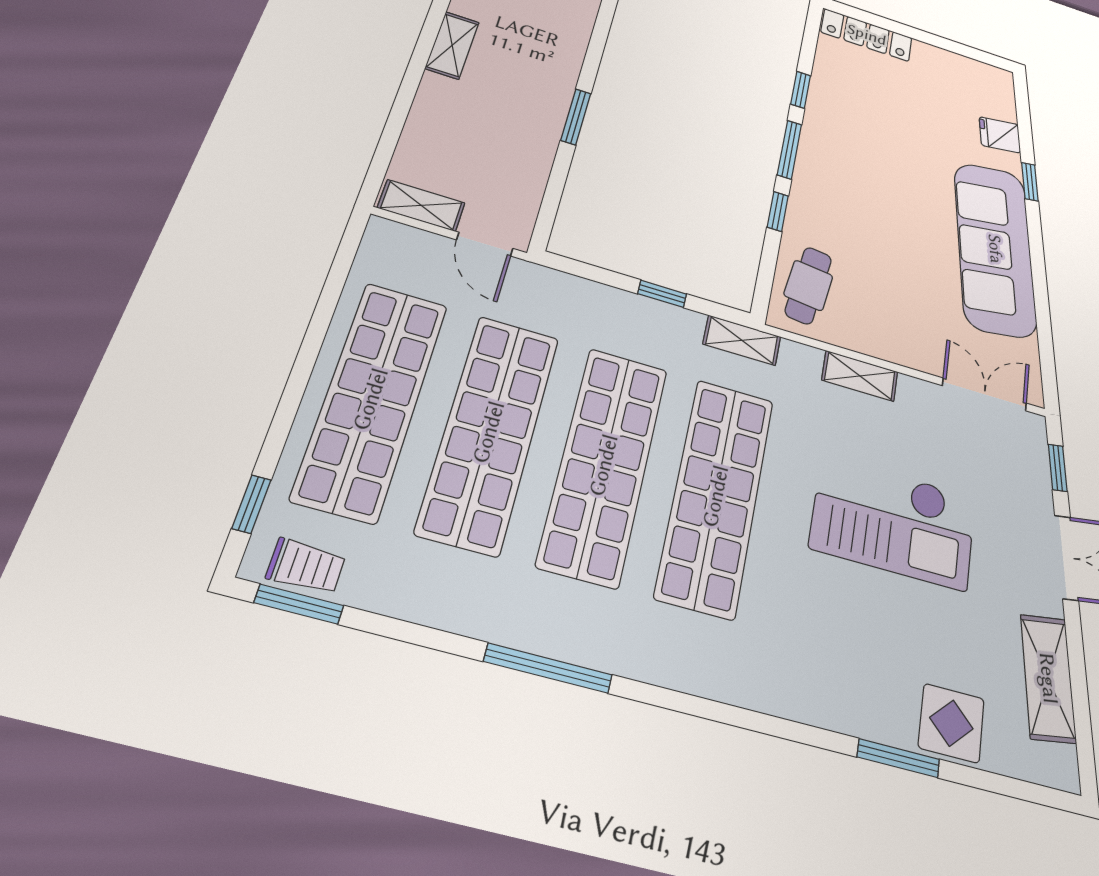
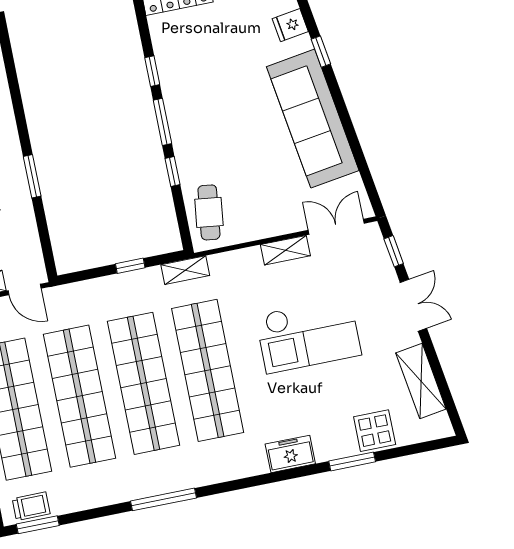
shelving: (860, 376) -> (285, 250), moved
freezer: (799, 695) -> (290, 454), added

